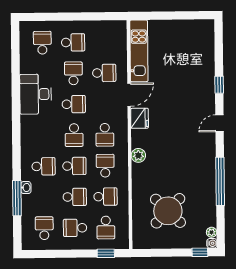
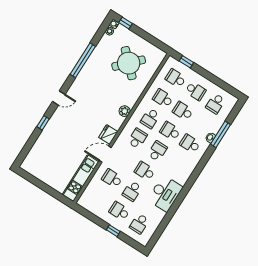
window: (66, 17) -> (113, 231), added
school desk: (106, 228) -> (176, 78), turned -90

